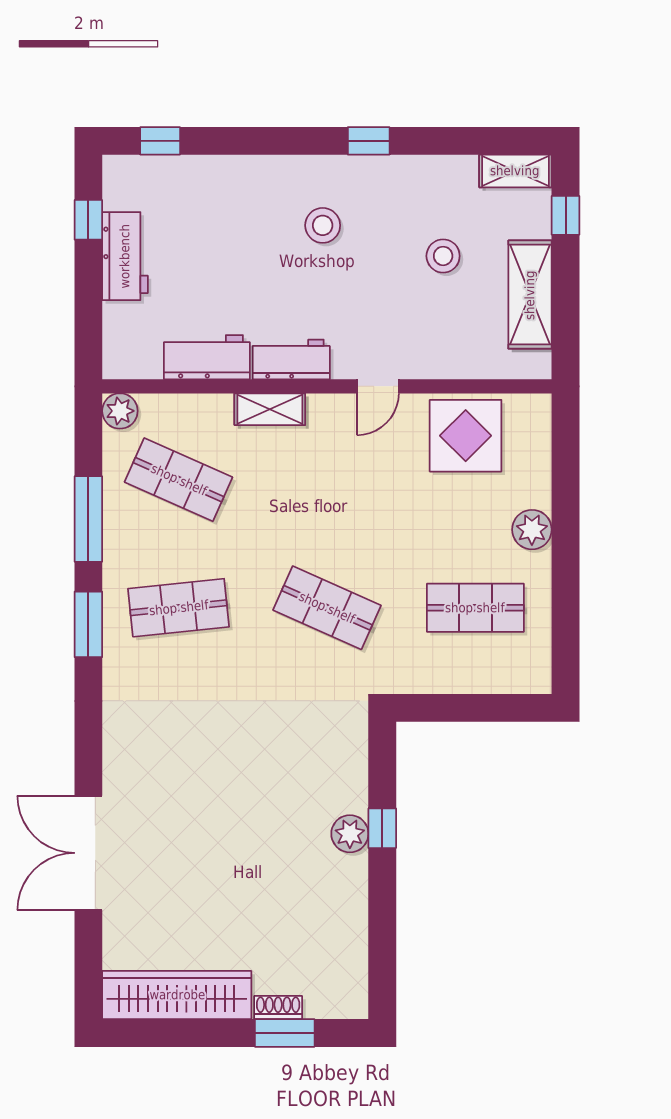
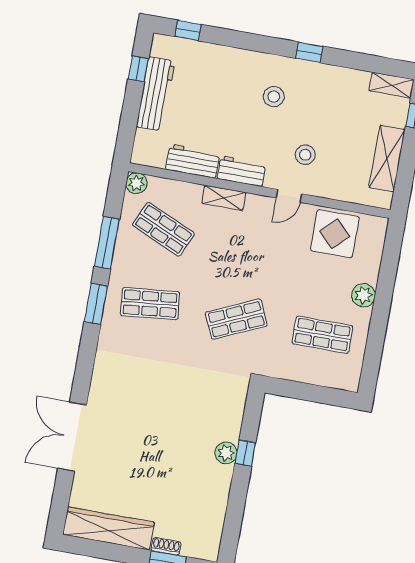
workbench: (125, 256) -> (156, 94), width x1.38
stool: (443, 256) -> (305, 155), moved
shop shelf: (327, 608) -> (236, 319), turned -48

